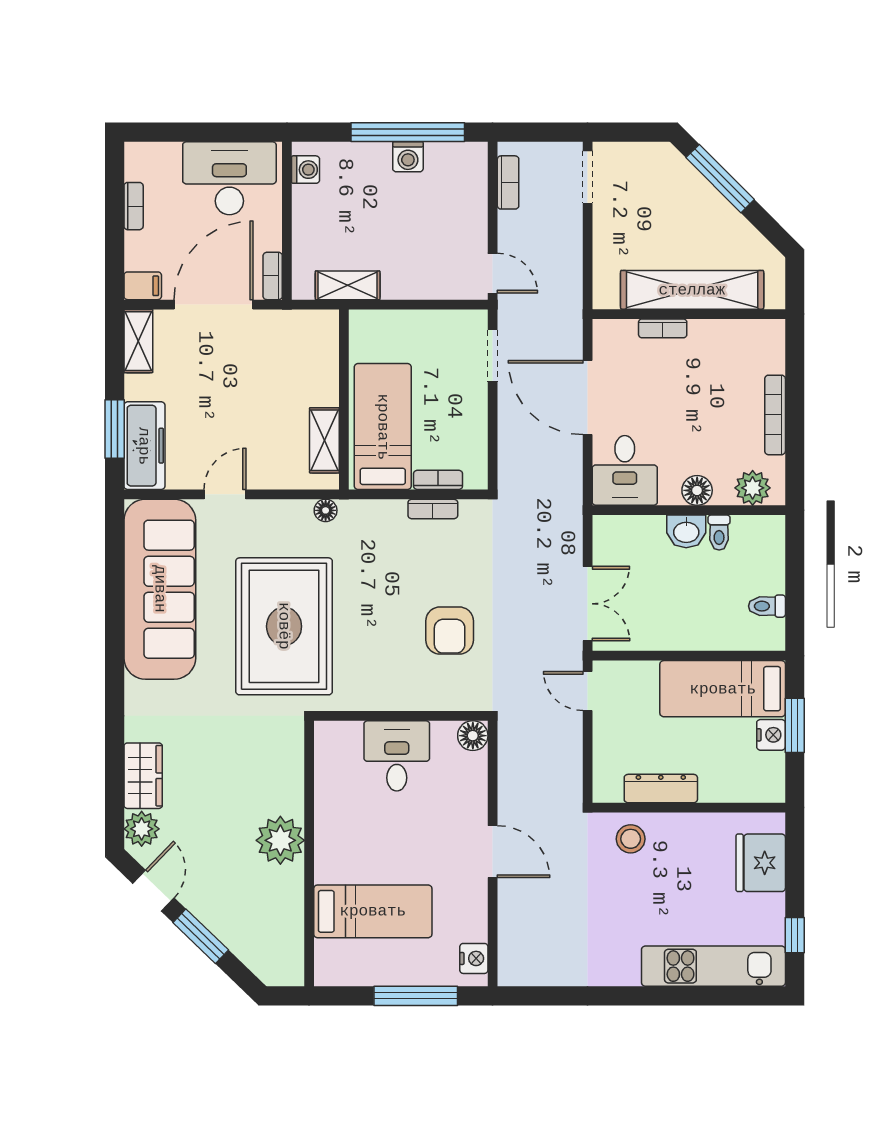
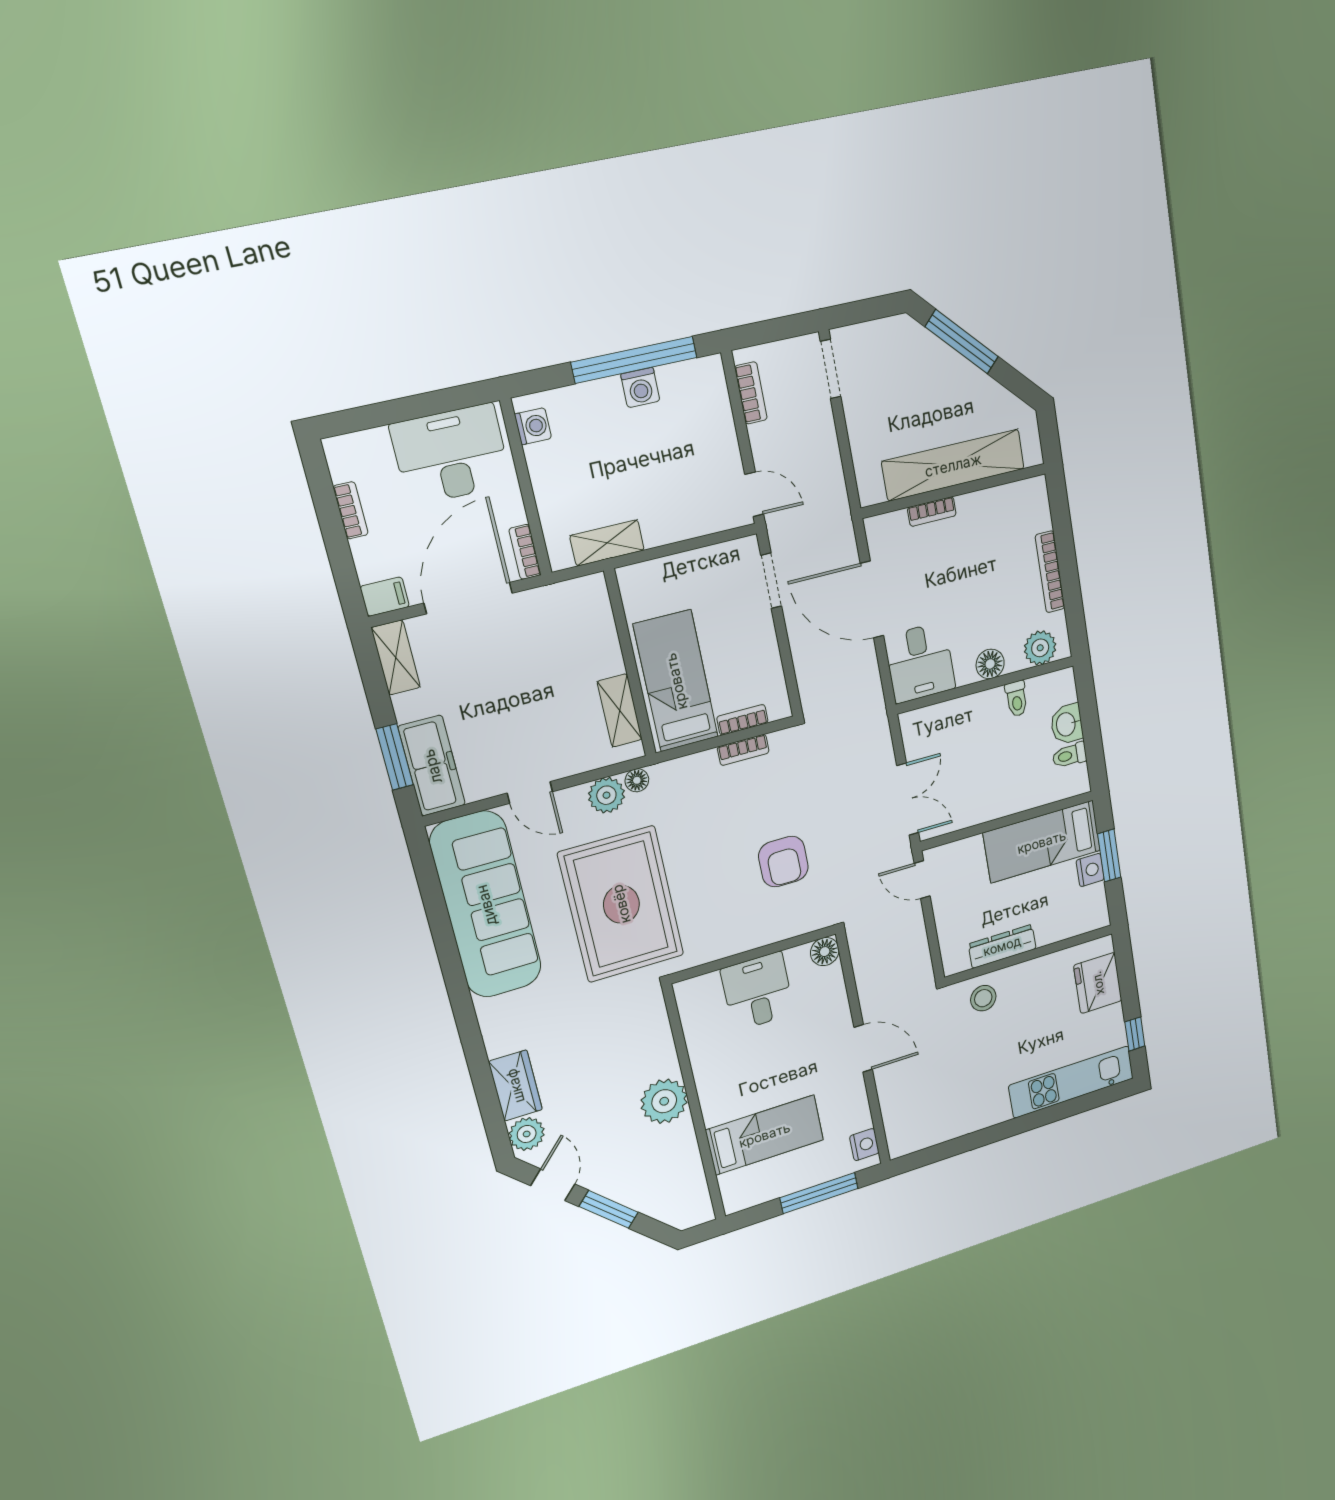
door: (225, 494) -> (530, 792), swing flipped
plant: (294, 517) -> (607, 795), added
washbasin: (686, 531) -> (1067, 724), moved, turned 90

